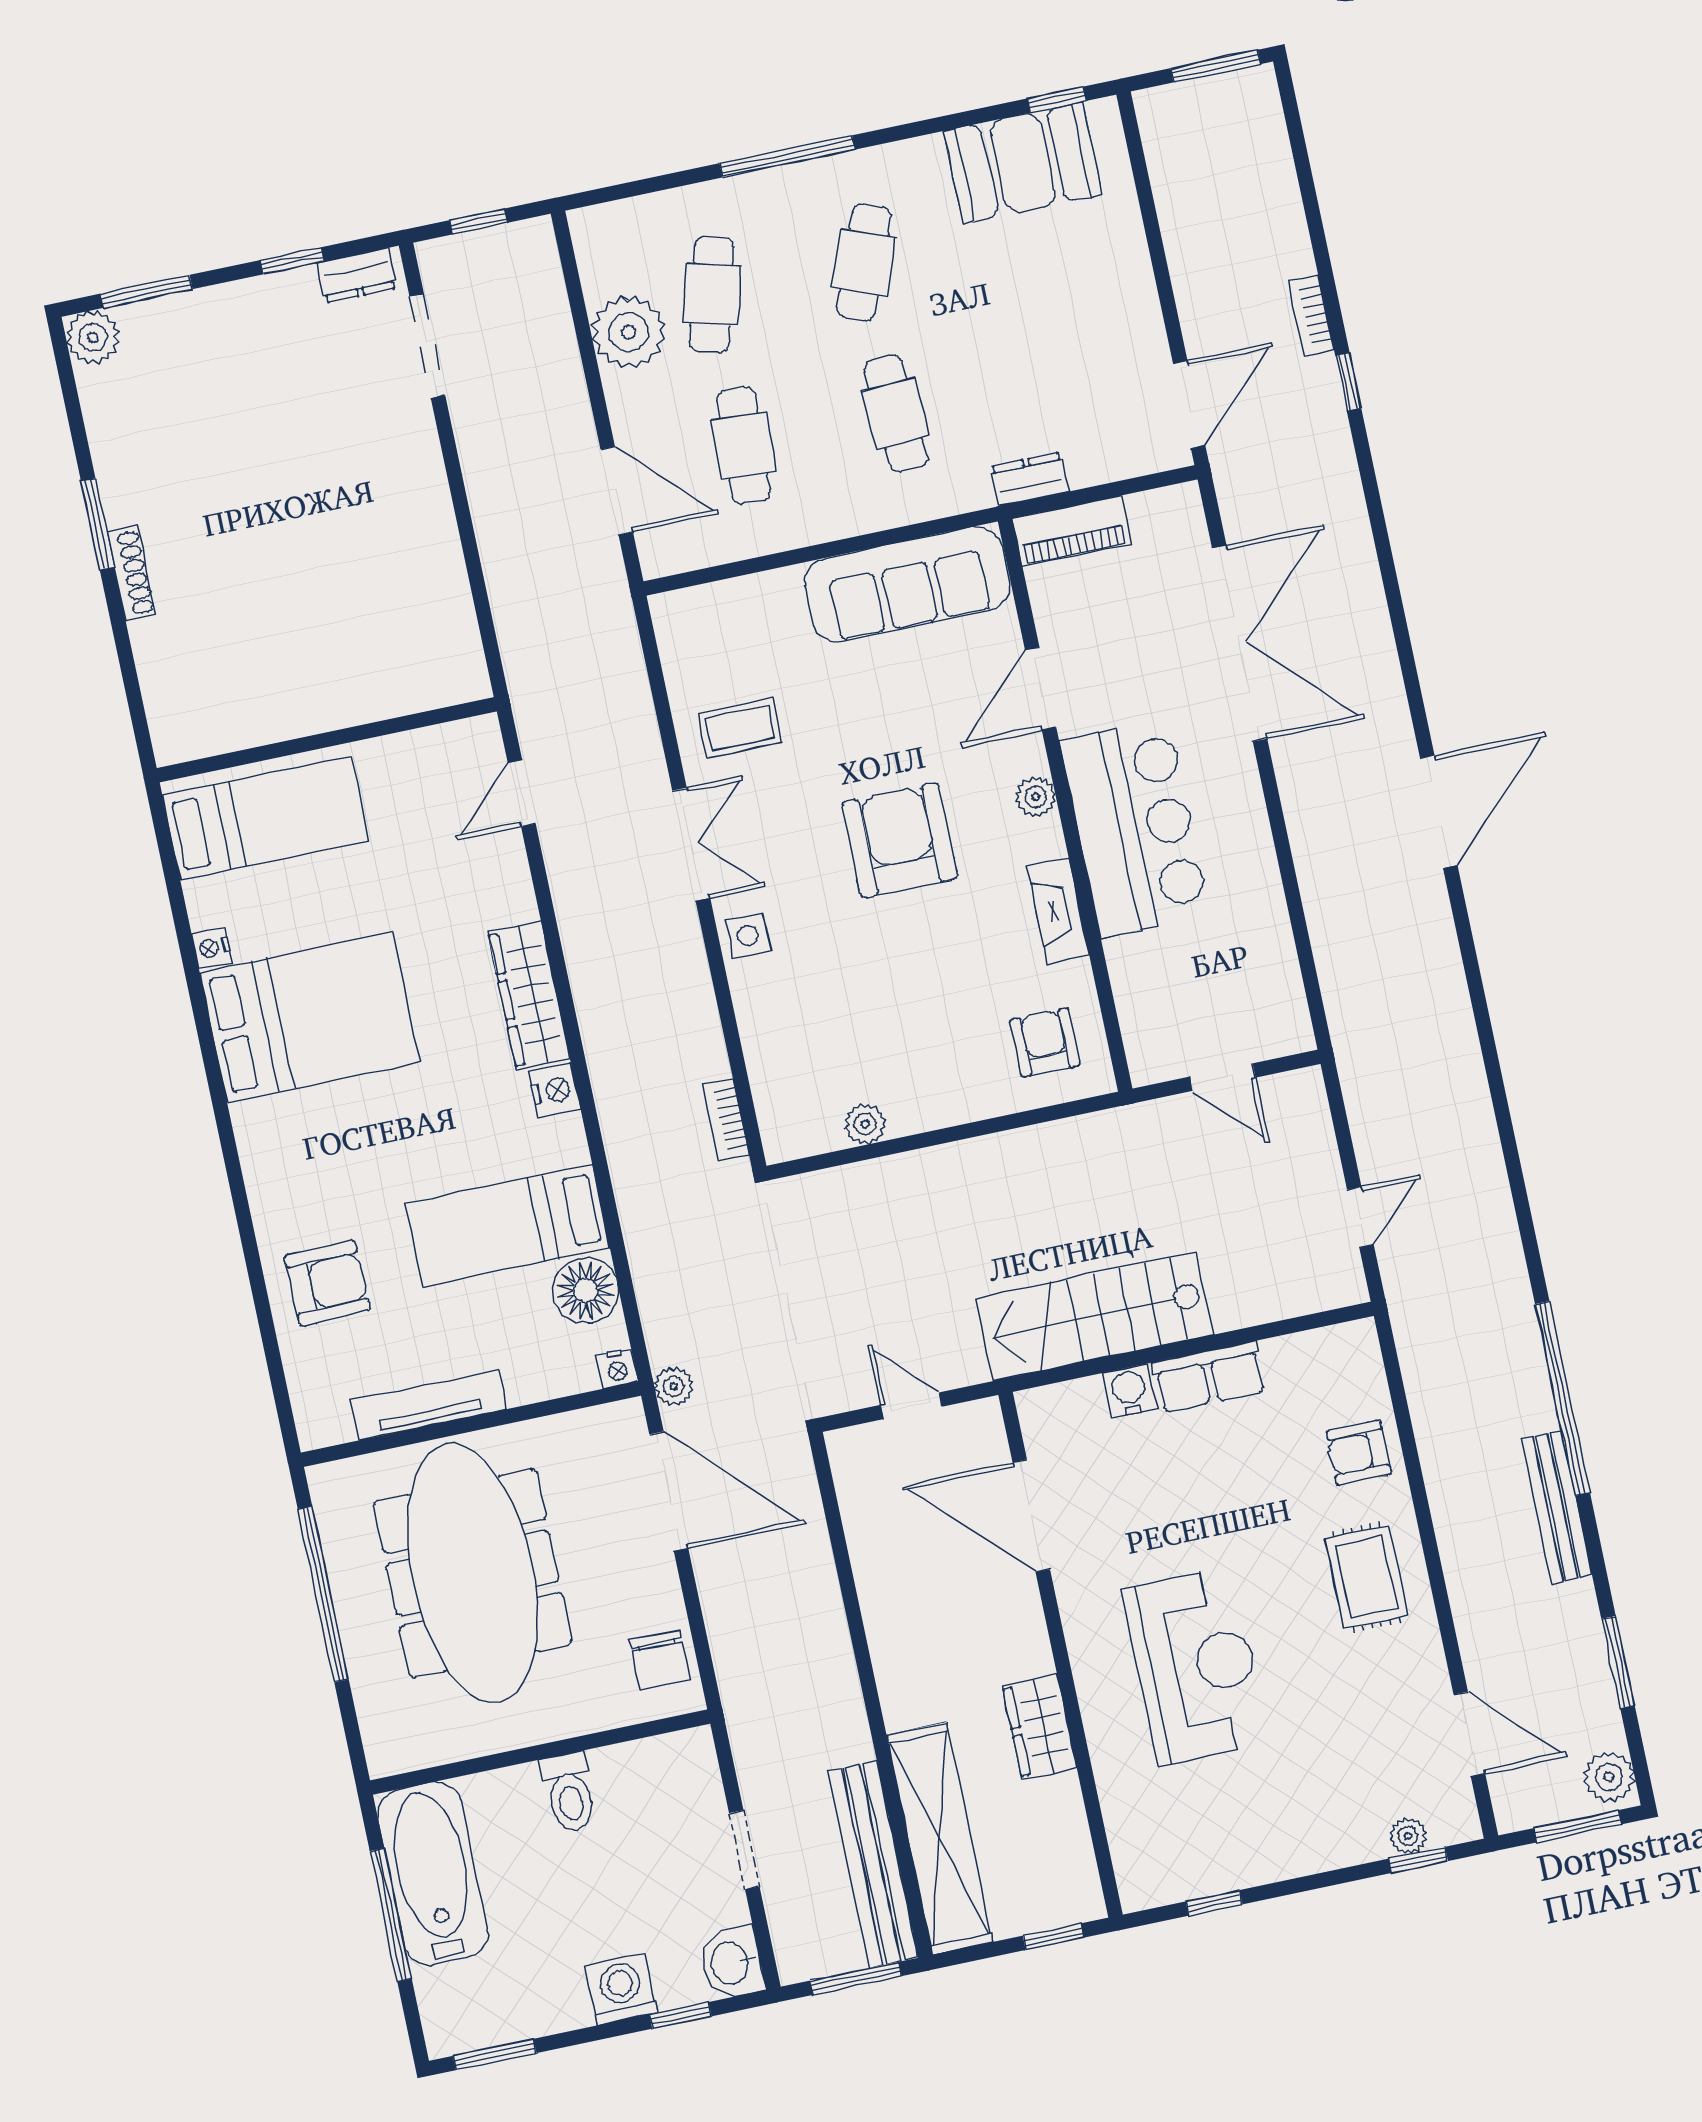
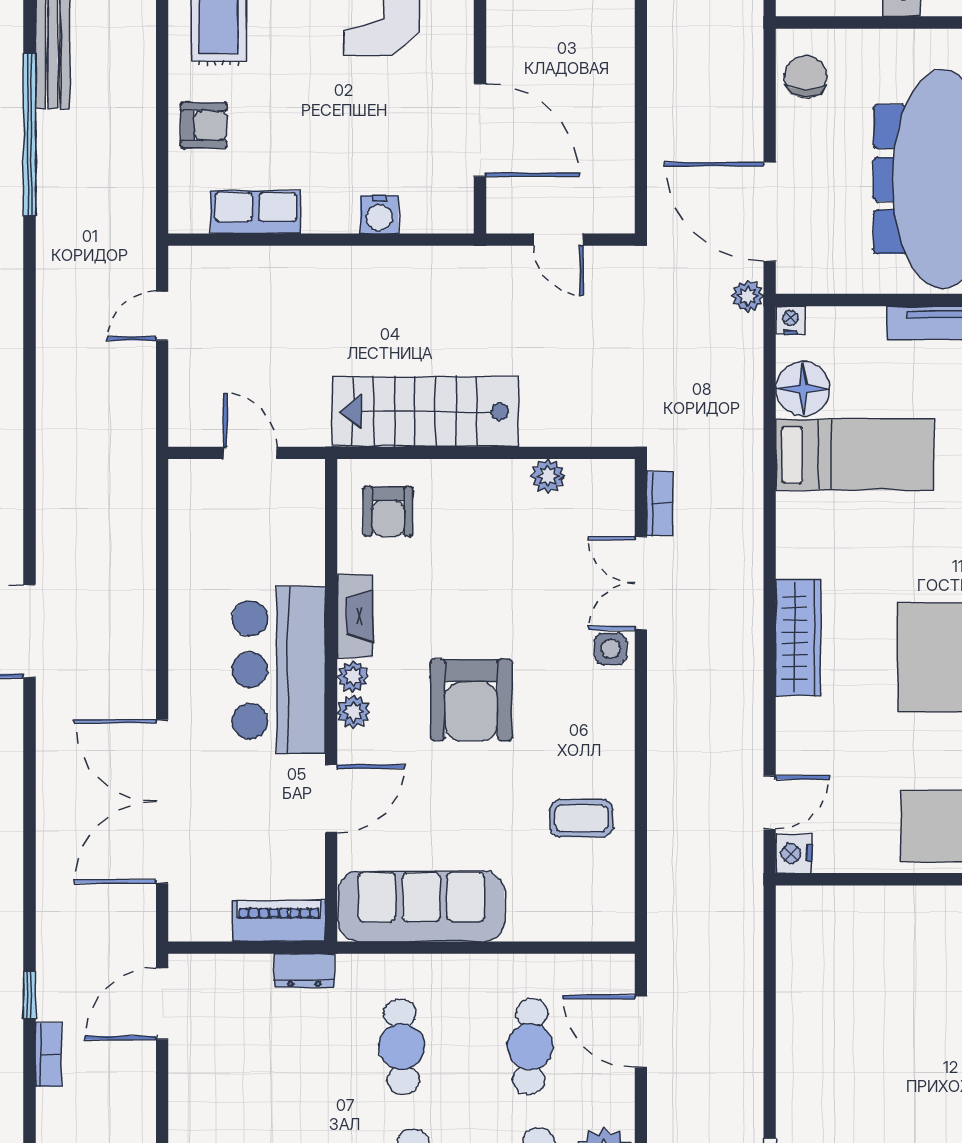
plant: (1045, 839) -> (353, 676), added
double door: (691, 844) -> (641, 583), moved
nightstand: (554, 1090) -> (794, 853), moved
stairs: (1094, 1316) -> (425, 412), moved, turned 180
row of seats: (1209, 1377) -> (256, 212), moved

